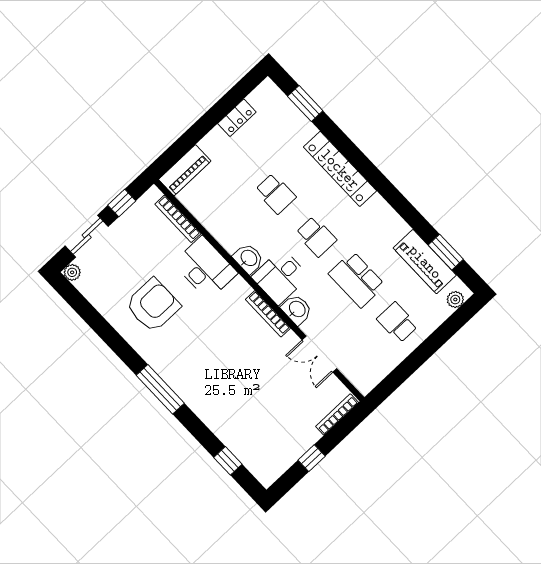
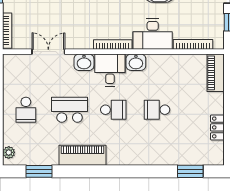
locker: (340, 169) -> (138, 157), removed
school desk: (316, 236) -> (113, 110), turned 180
piano: (425, 262) -> (83, 155), moved
bookcase: (268, 314) -> (113, 45), moved
school desk: (397, 322) -> (26, 110), turned 90

